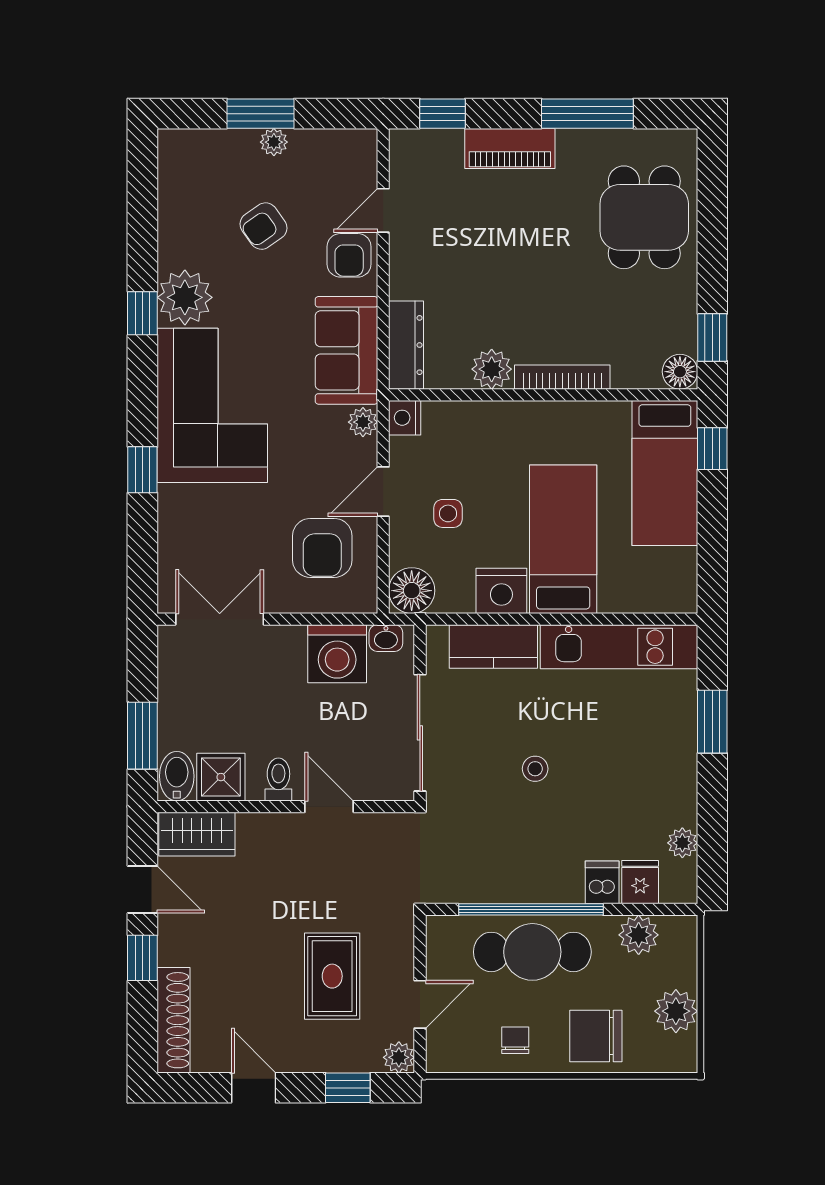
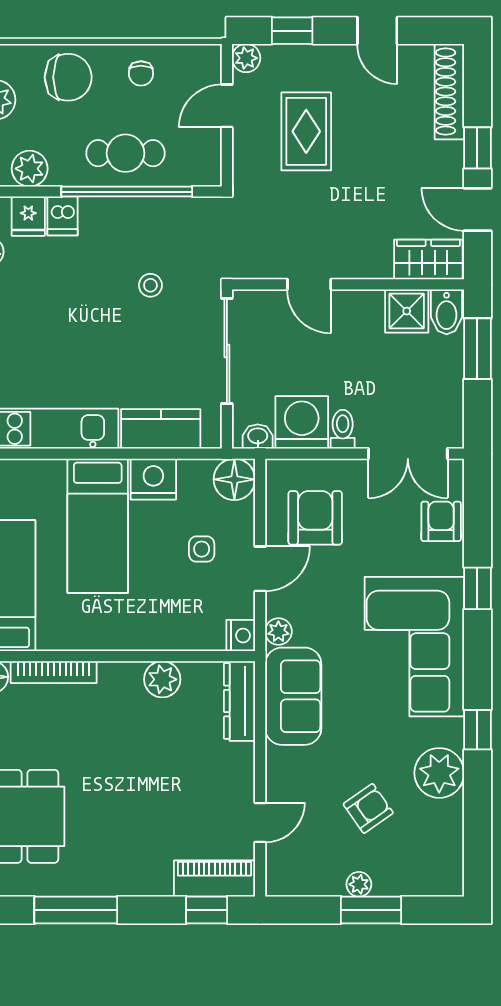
piano: (510, 148) -> (215, 879), moved
armchair: (349, 255) -> (441, 521), moved
plant: (185, 297) -> (439, 773), moved
bookcase: (562, 377) -> (54, 672), moved
stool: (535, 769) -> (150, 285), moved
toilet: (278, 779) -> (343, 429), moved, turned 180
cafe table: (532, 952) -> (126, 153), width x0.73, depth x0.74

